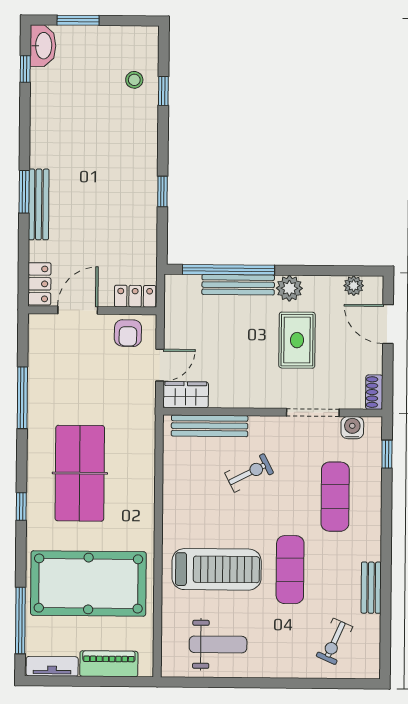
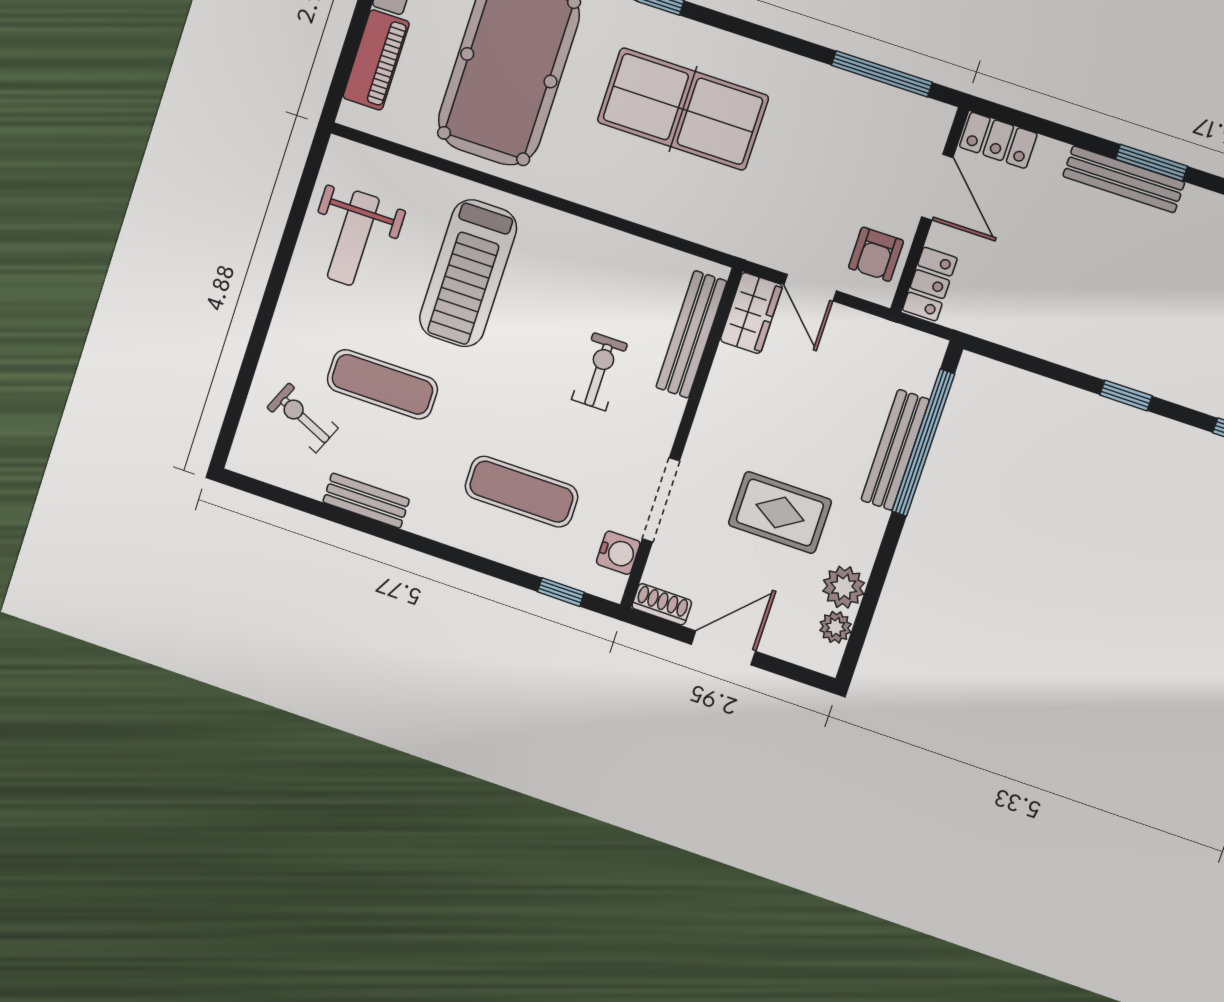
window: (162, 192) -> (1126, 395), moved
plant: (289, 288) -> (844, 587), moved
door: (388, 324) -> (723, 648), moved
armchair: (128, 333) -> (876, 254), turned -91
window: (22, 398) -> (882, 74), moved
exercise bike: (249, 473) -> (599, 372), turned -153
exercise mat: (290, 570) -> (382, 384), moved

